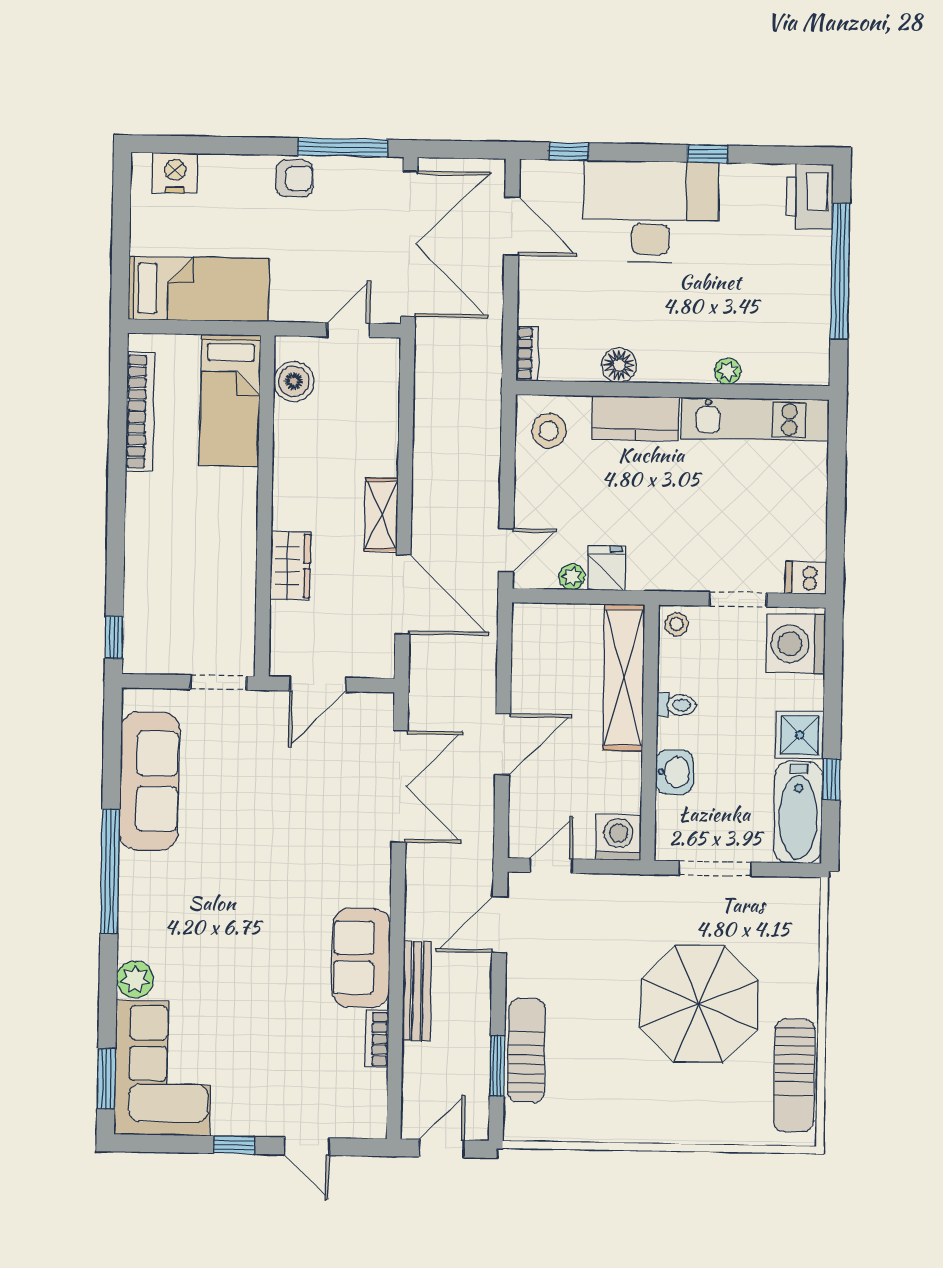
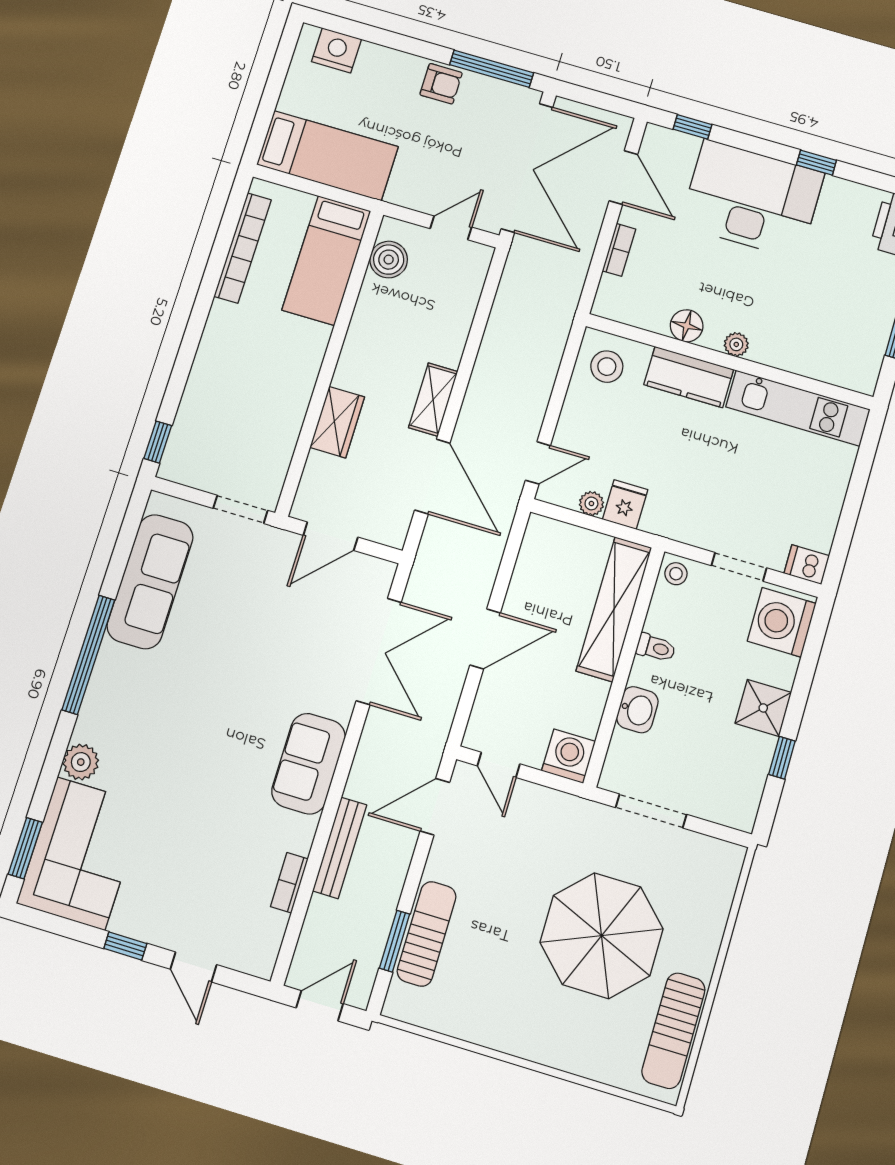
bookcase: (527, 354) -> (619, 250), moved
plant: (728, 371) -> (736, 344), moved
bathtub: (798, 812) -> (743, 780), removed
door: (551, 866) -> (499, 765), swing flipped
sofa: (361, 958) -> (308, 764), moved

